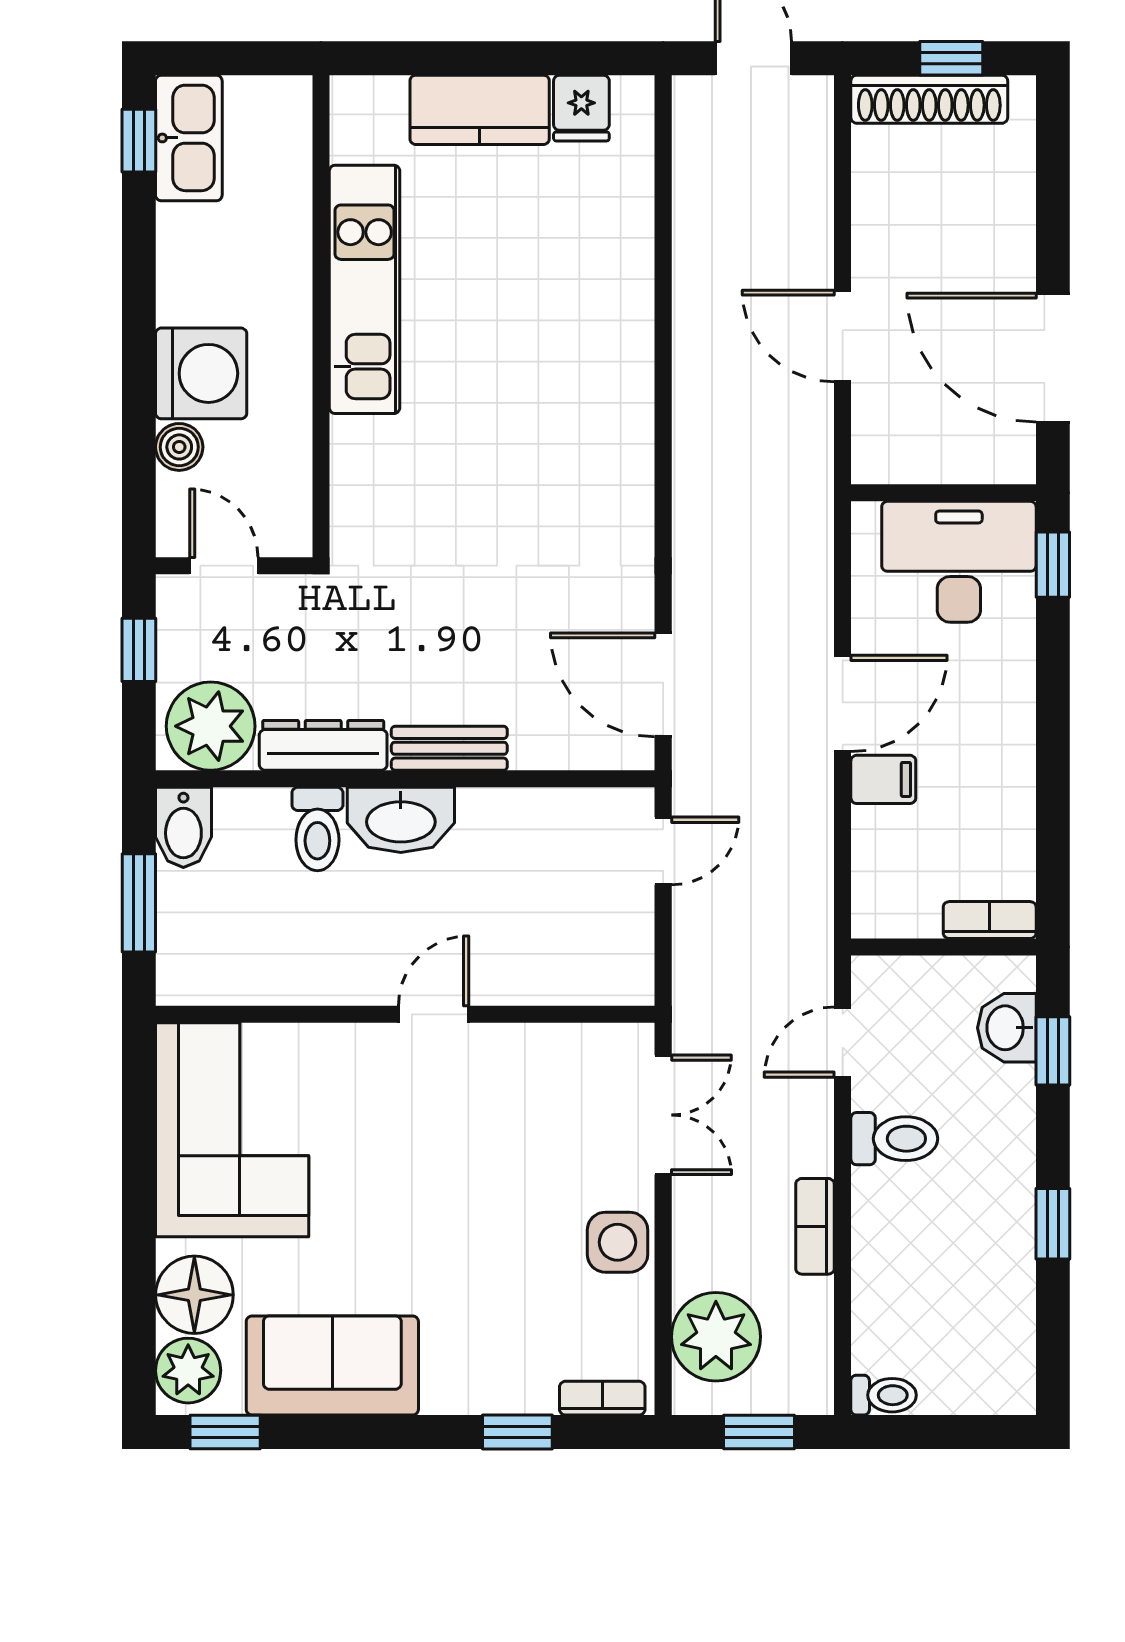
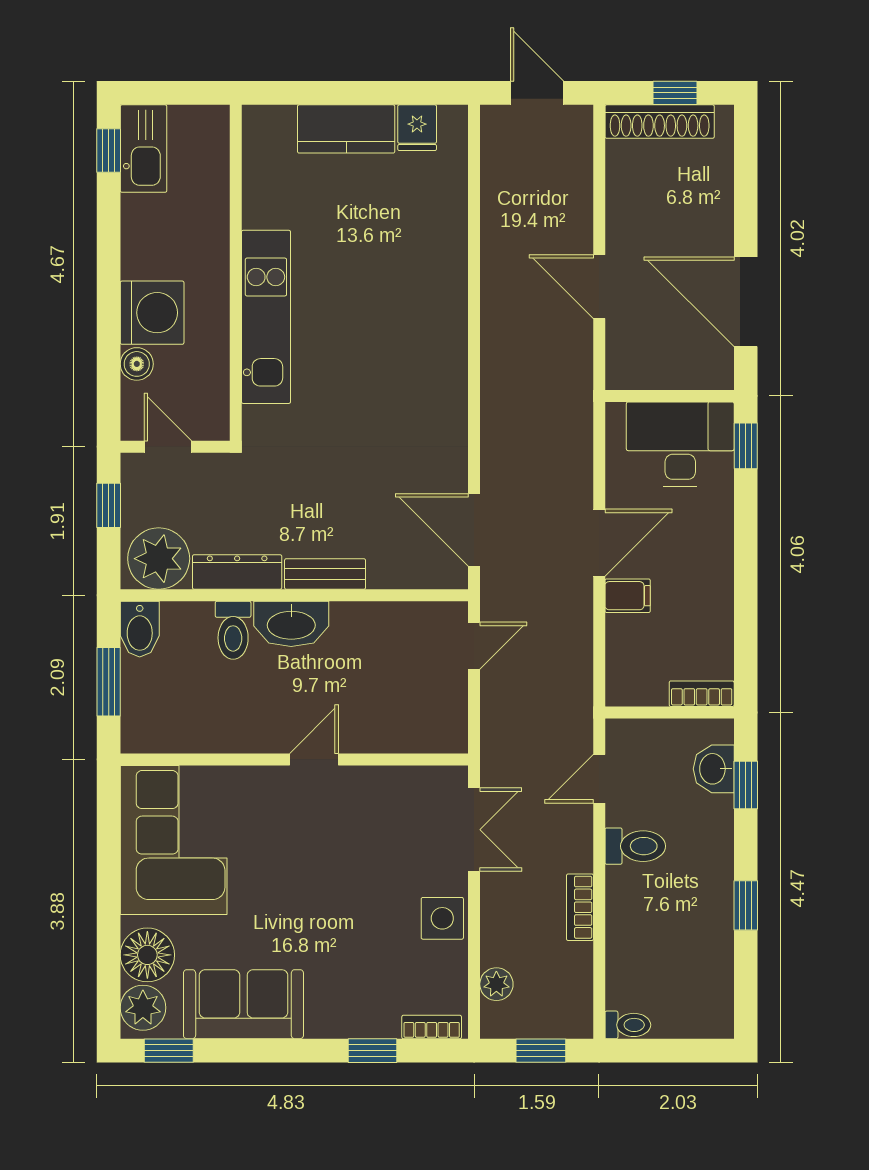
kitchen unit: (365, 289) -> (266, 317), moved
plant: (716, 1337) -> (496, 984), width x0.53, depth x0.53

